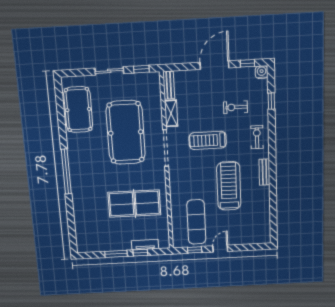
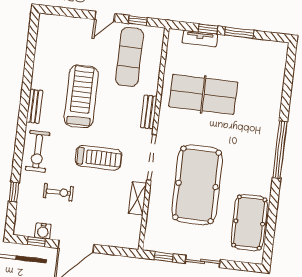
water cooler: (262, 72) -> (43, 231), moved
bench: (169, 85) -> (149, 112), moved
exercise bike: (257, 137) -> (38, 151), width x1.38, depth x1.39
treadmill: (229, 186) -> (81, 96), turned 180

